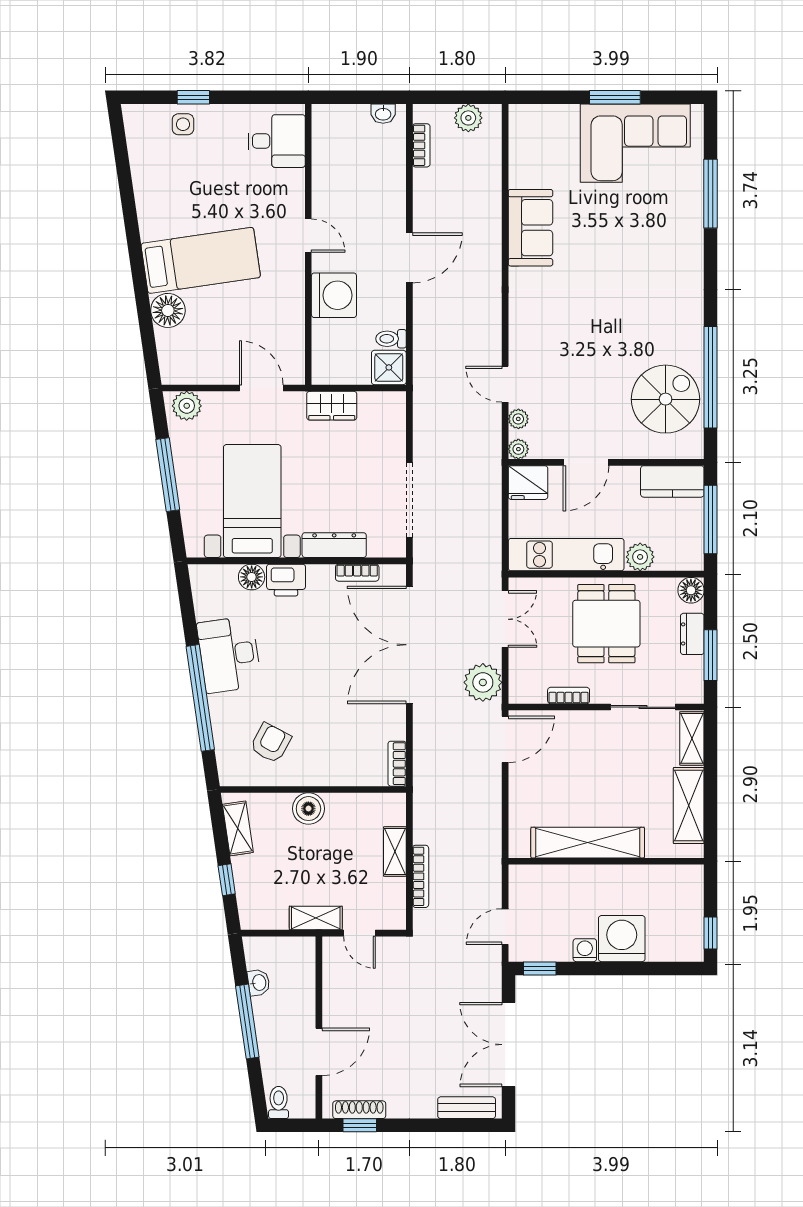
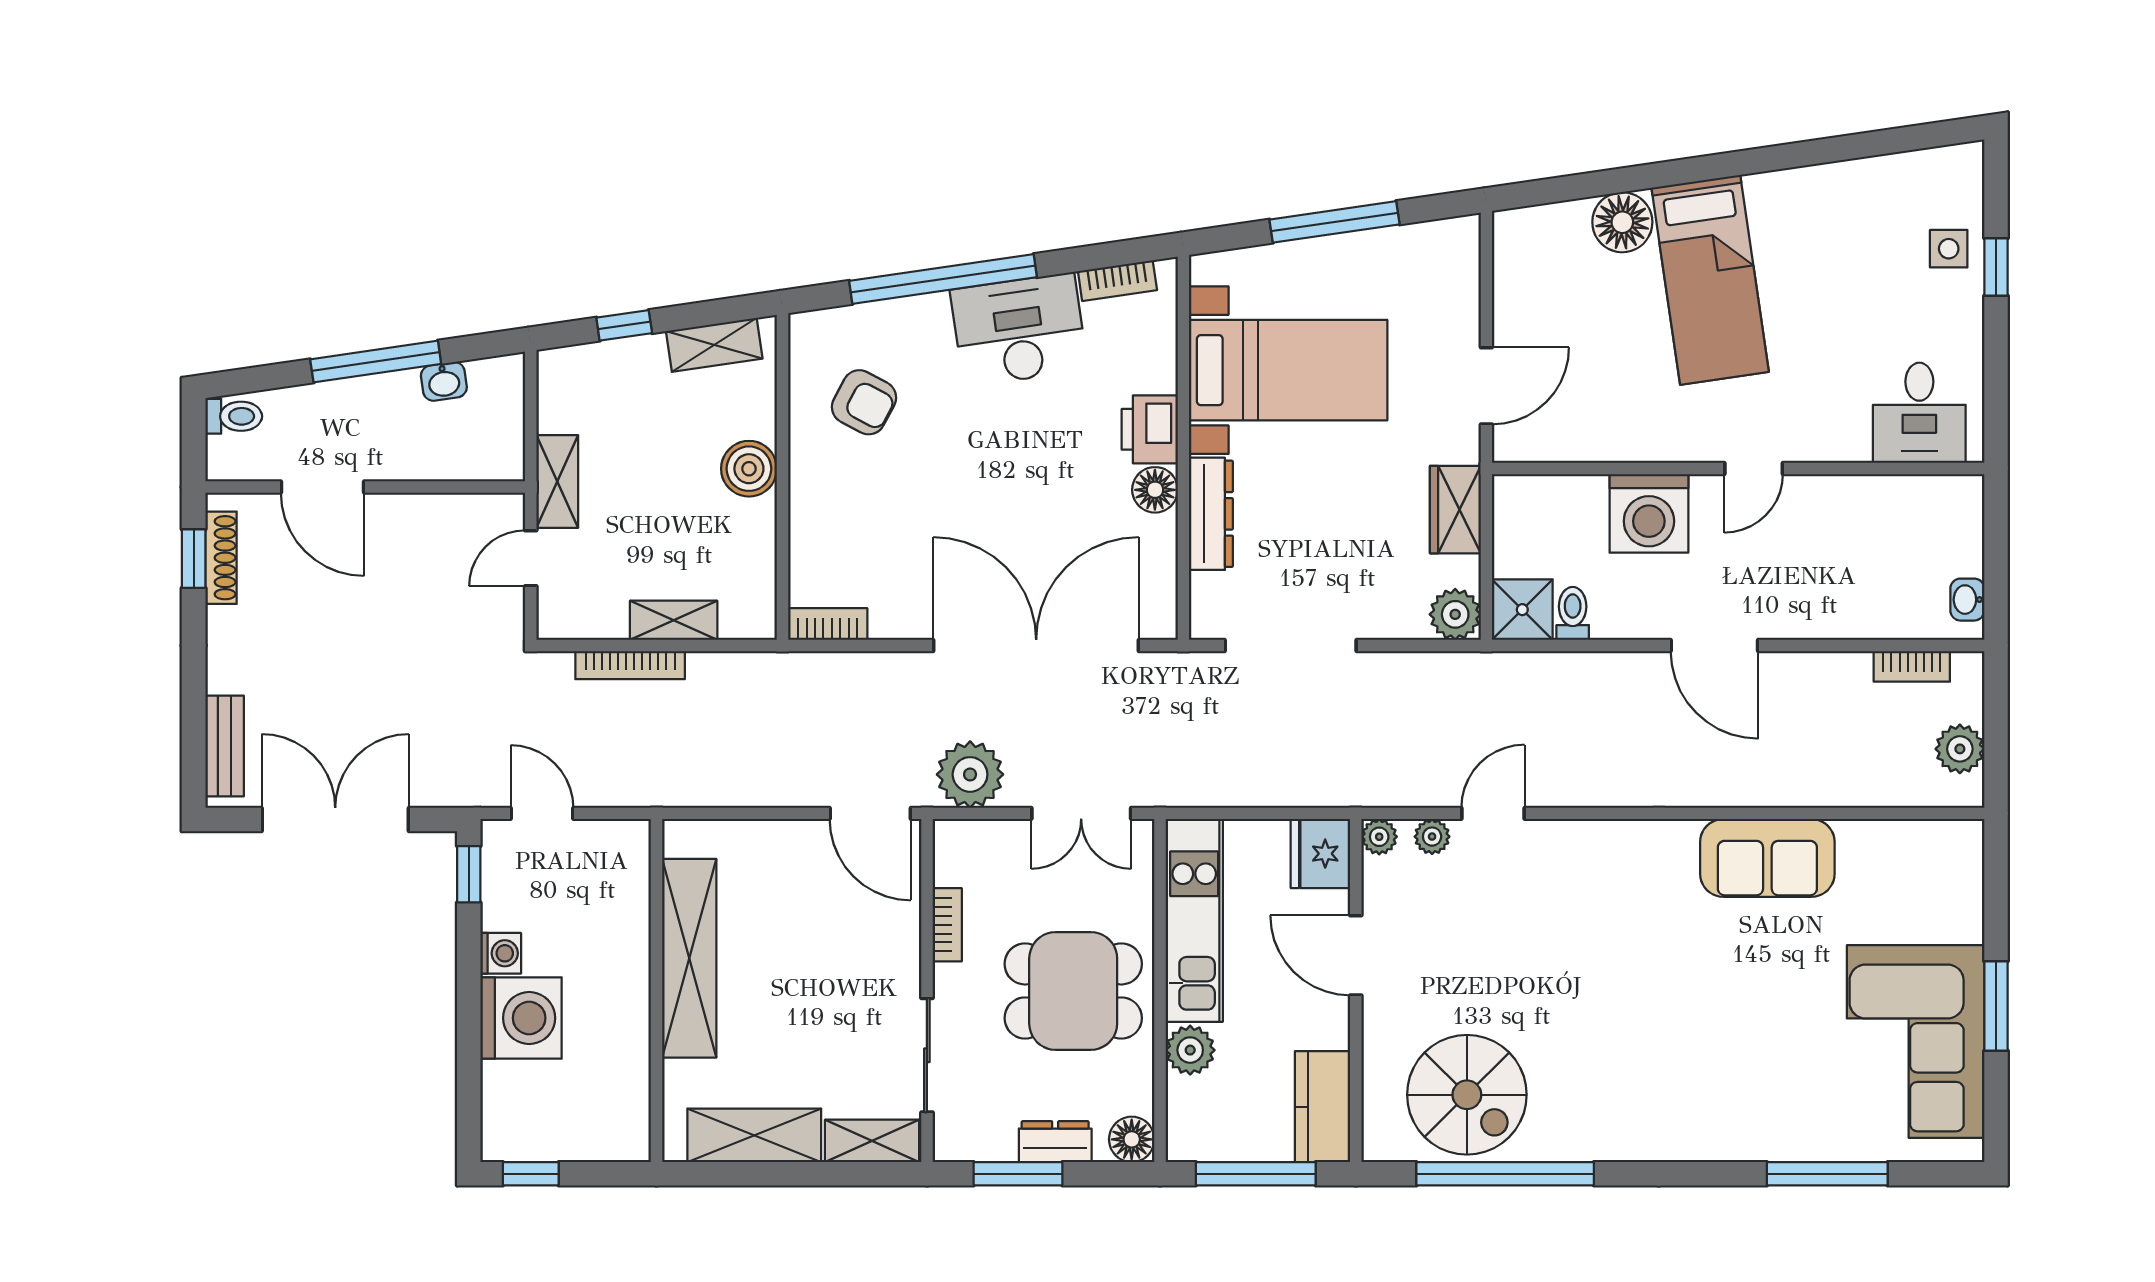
plant: (187, 406) -> (1455, 614), moved
bookcase: (357, 573) -> (1117, 281), moved, turned -98
floor lamp: (252, 577) -> (1155, 490), moved

